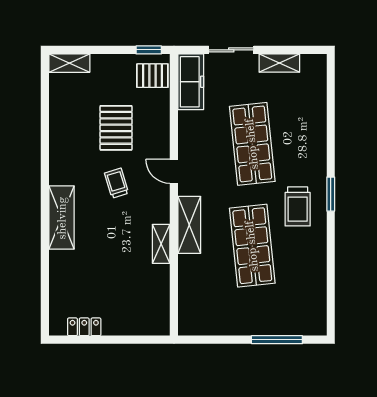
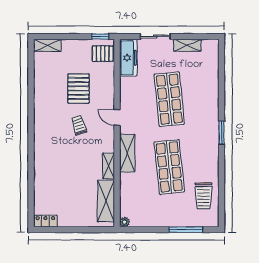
trolley: (298, 206) -> (203, 196), moved
shelving: (62, 218) -> (106, 201), moved
locker: (84, 327) -> (45, 221), moved
plant: (185, 328) -> (125, 222), added

